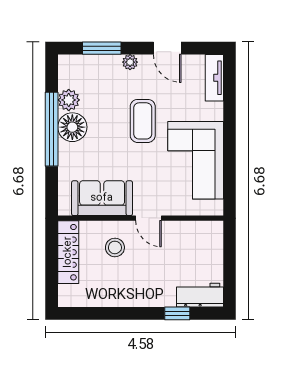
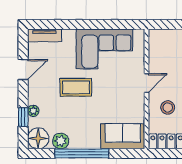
window: (102, 48) -> (23, 117), width x0.67
plant: (130, 62) -> (33, 111), moved
floor lamp: (72, 127) -> (38, 138), moved
sofa: (102, 198) -> (123, 136), moved, turned 90

